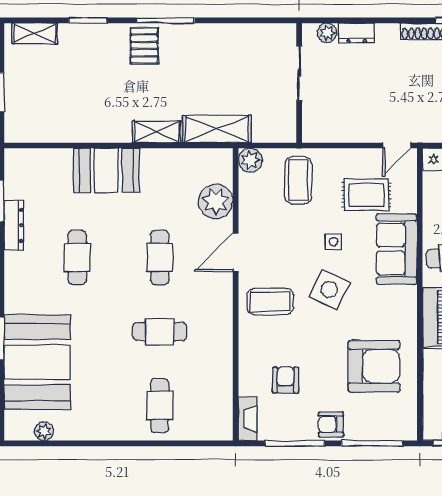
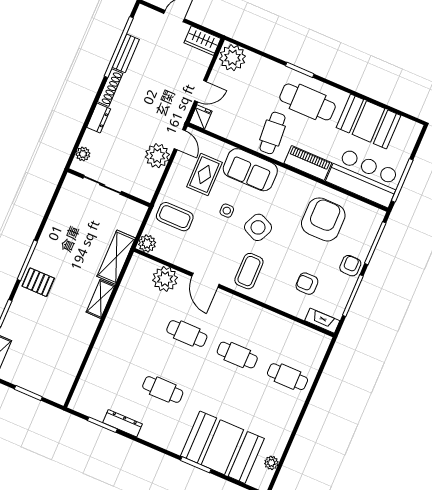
dresser: (357, 33) -> (99, 118), moved
plant: (365, 126) -> (157, 156), added
booth: (106, 170) -> (112, 344), removed
cafe table: (160, 331) -> (237, 355), turned 90
armchair: (331, 424) -> (350, 266), turned 180

